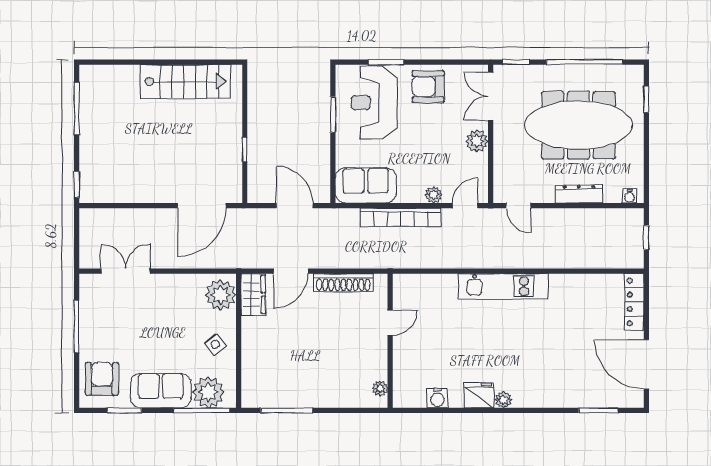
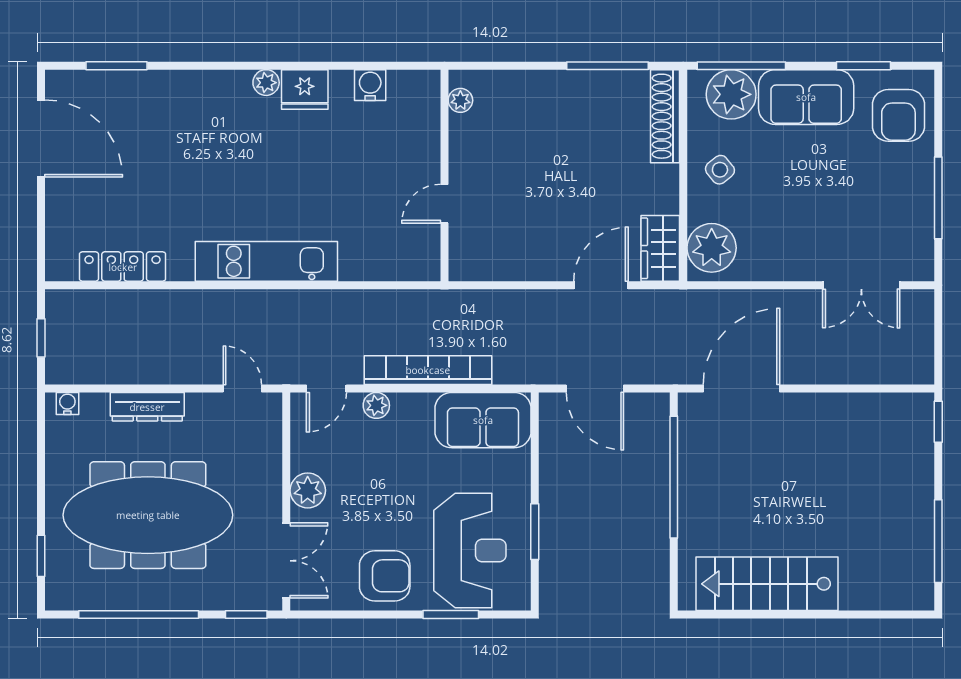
window: (245, 149) -> (674, 477), width x3.17
shoe rack: (343, 283) -> (665, 116), moved, turned -90
locker: (634, 302) -> (123, 267), moved, turned -90

